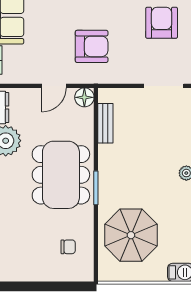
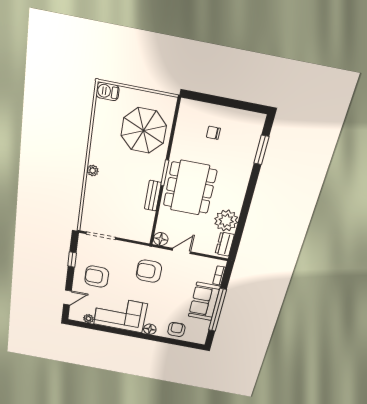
armchair: (162, 23) -> (97, 277), turned 90
bench: (105, 123) -> (153, 196), moved
chair: (68, 247) -> (213, 133), moved

